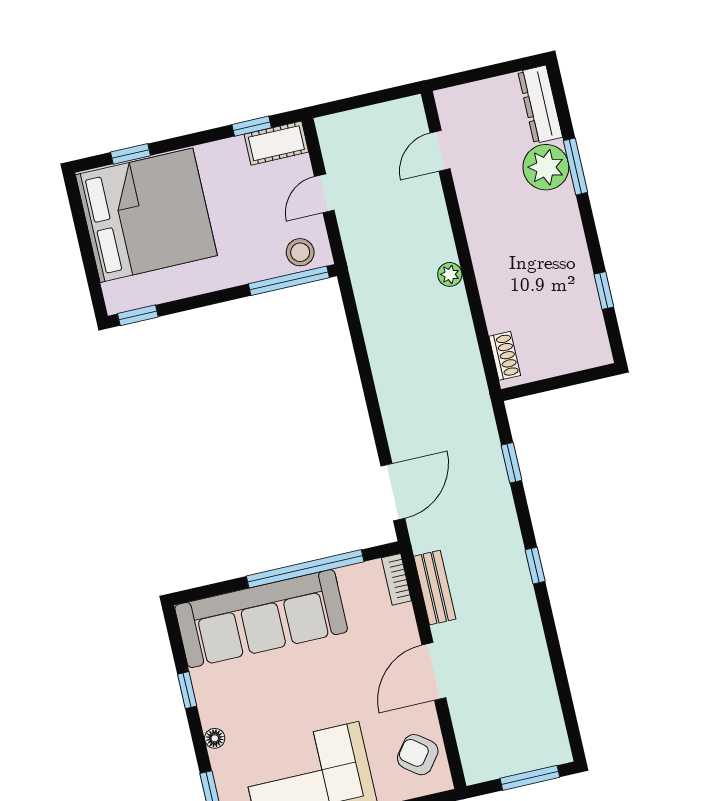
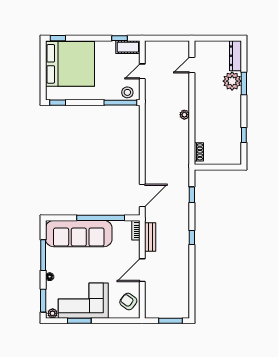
window: (130, 154) -> (58, 38), moved
window: (187, 690) -> (43, 255), width x2.17

